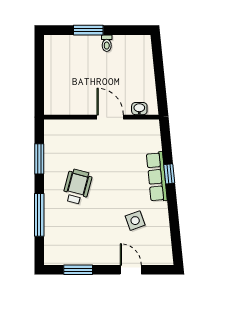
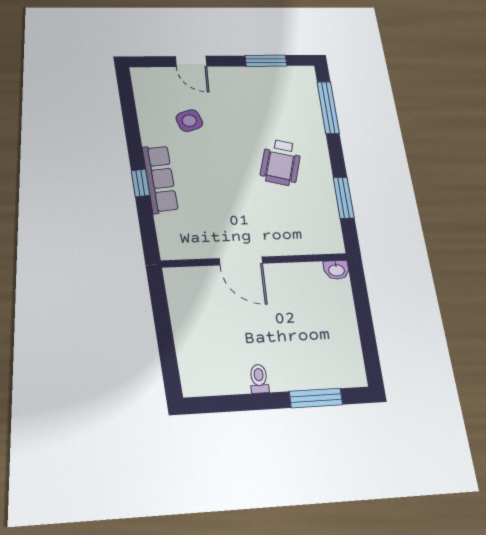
window: (88, 30) -> (316, 398), moved
washbasin: (139, 109) -> (336, 270), moved
window: (39, 215) -> (328, 107), moved

